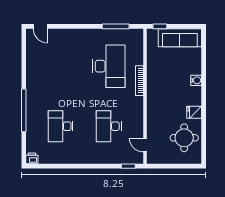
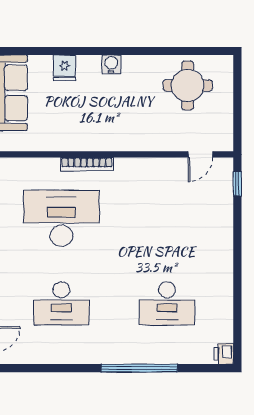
water cooler: (196, 80) -> (111, 64), moved
fridge: (194, 112) -> (65, 68), moved
desk: (109, 126) -> (61, 303), moved

